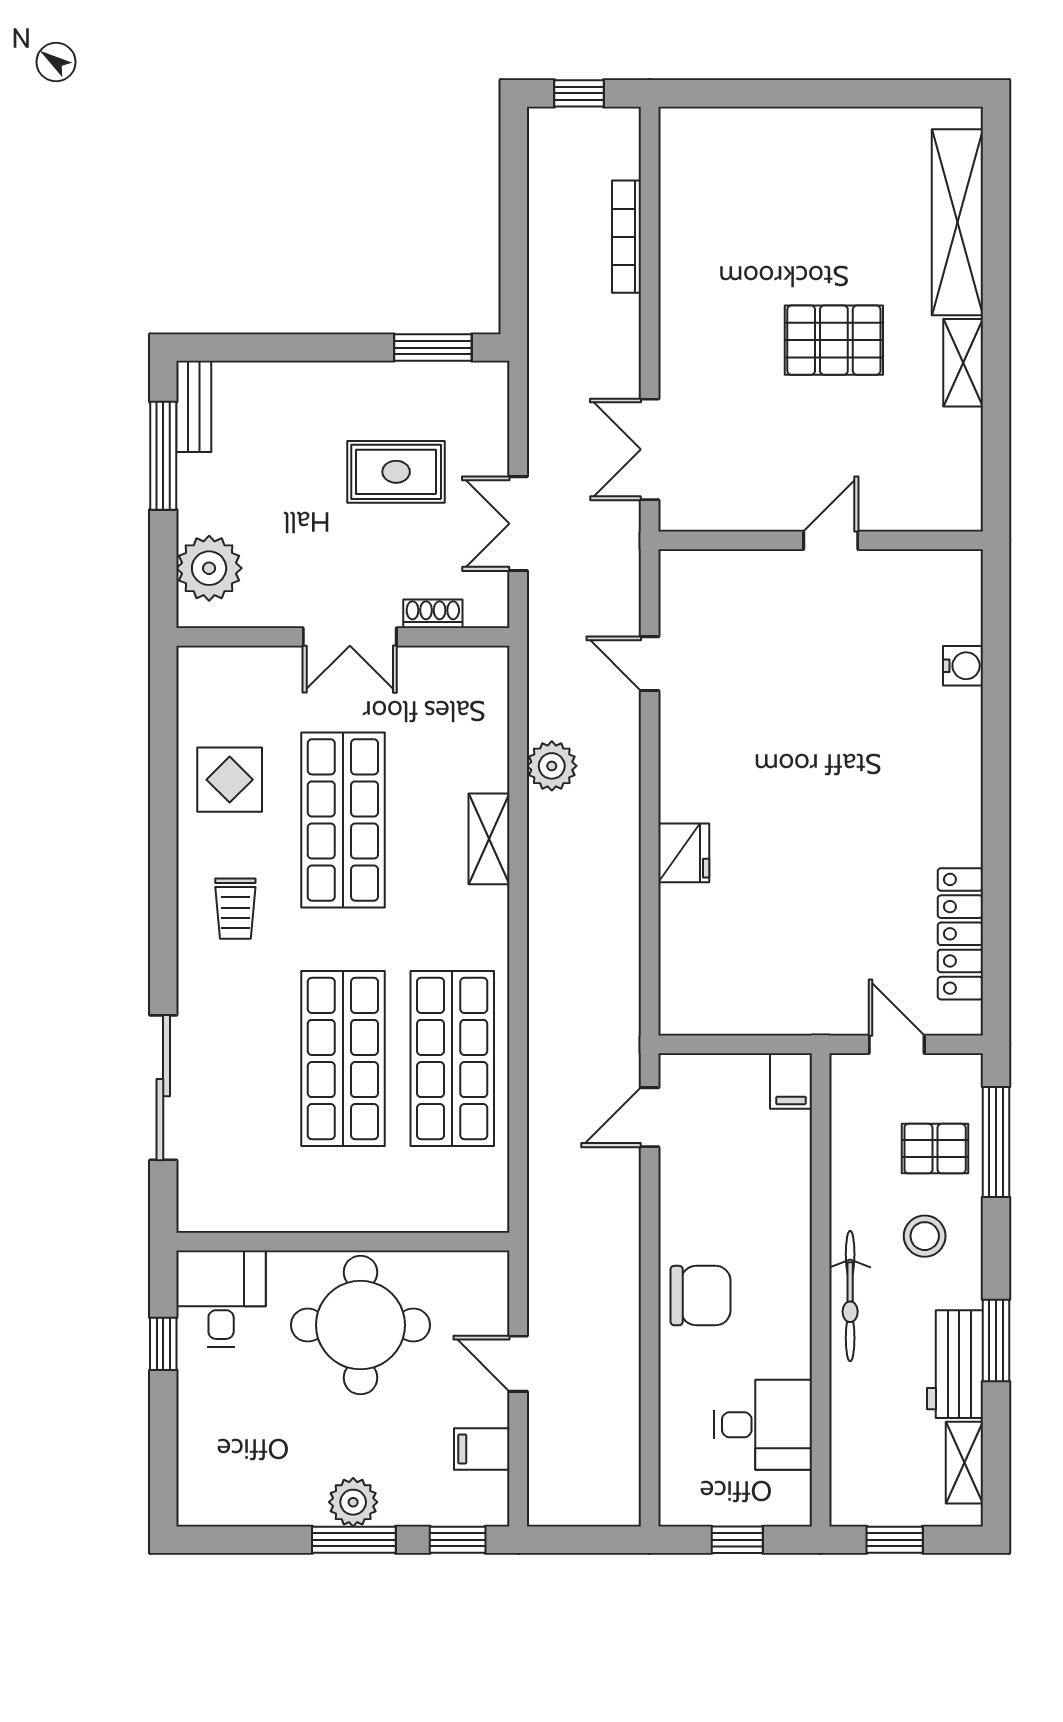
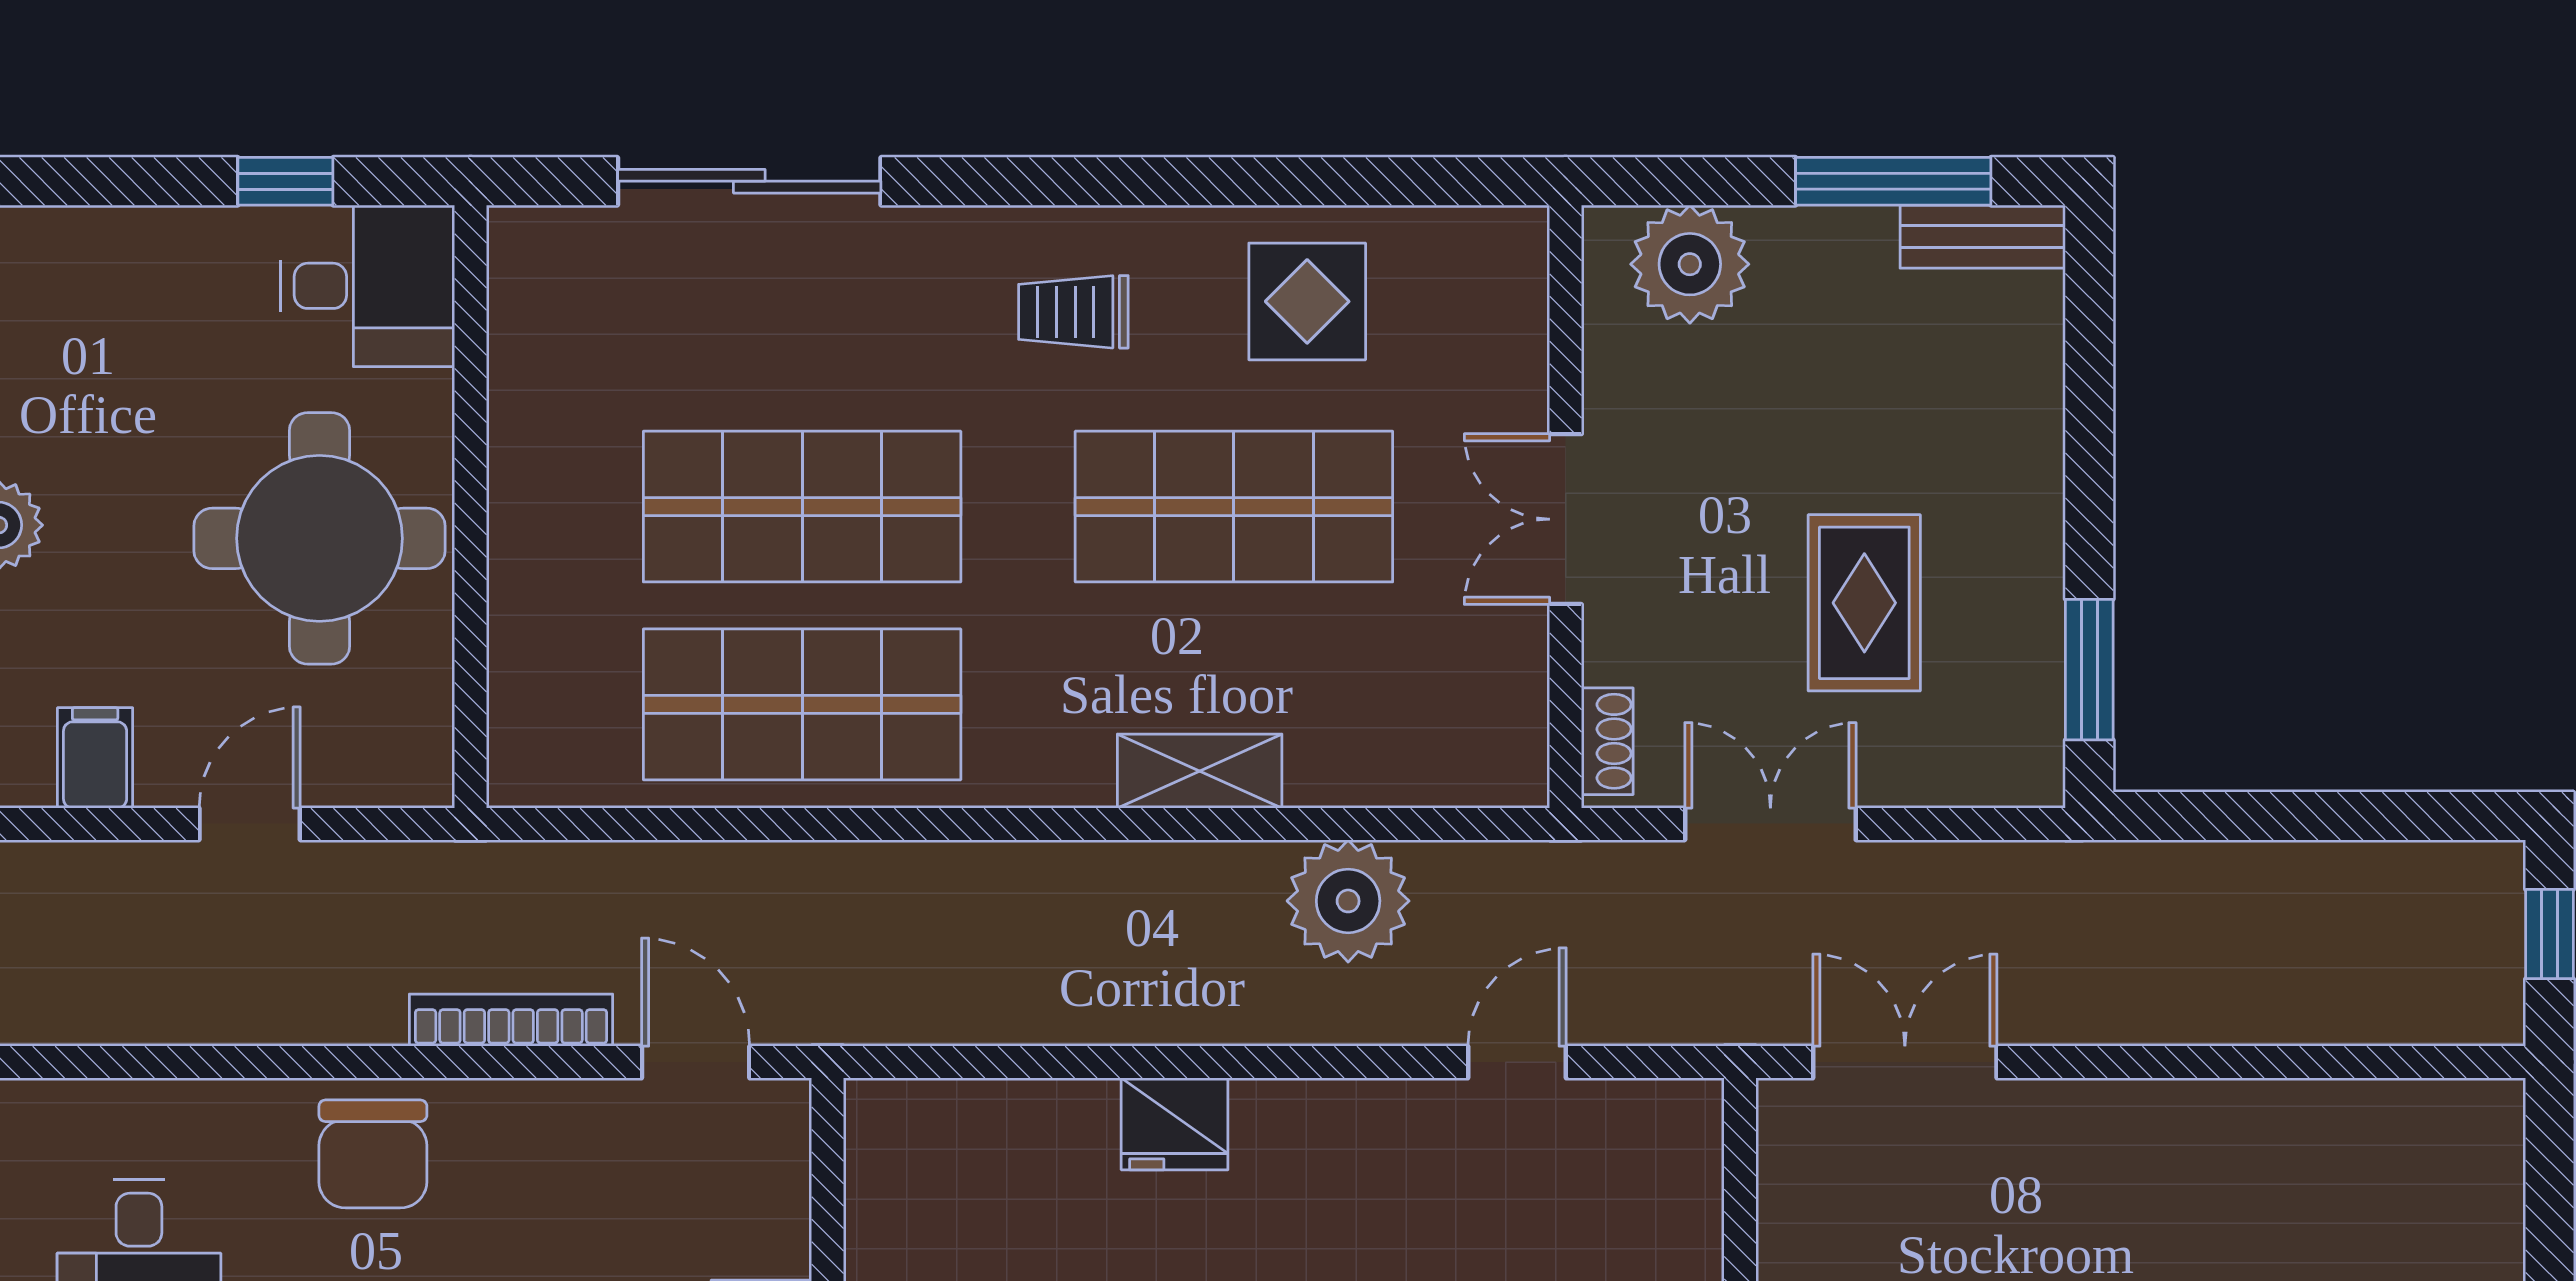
bookcase: (627, 237) -> (511, 1020), moved
shoe rack: (433, 614) -> (1607, 741), moved
plant: (552, 766) -> (1348, 901), width x1.36, depth x1.36

